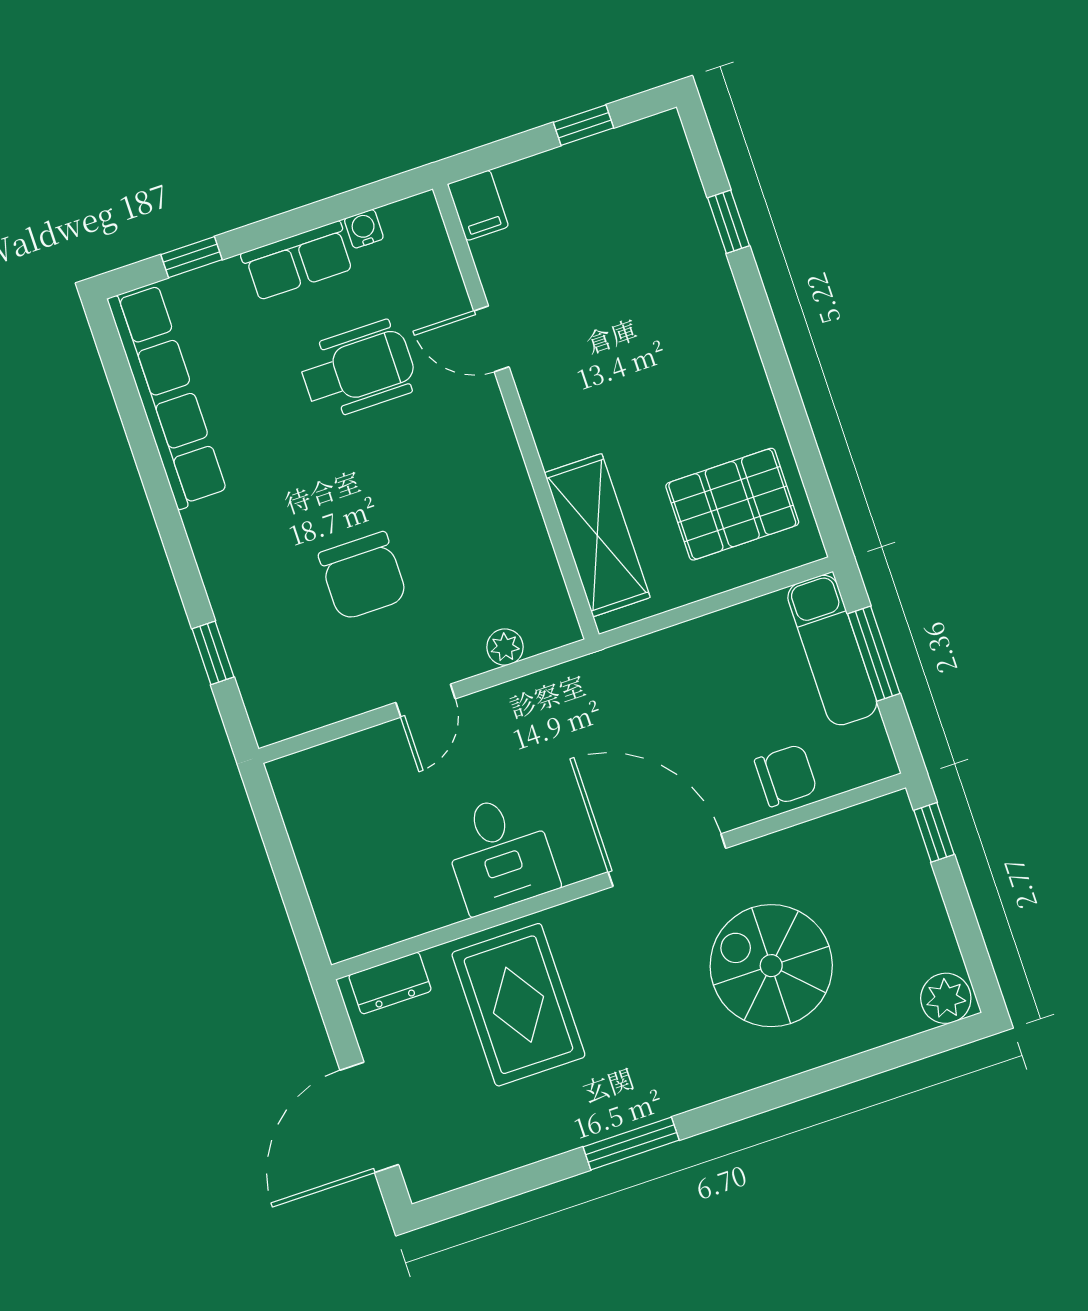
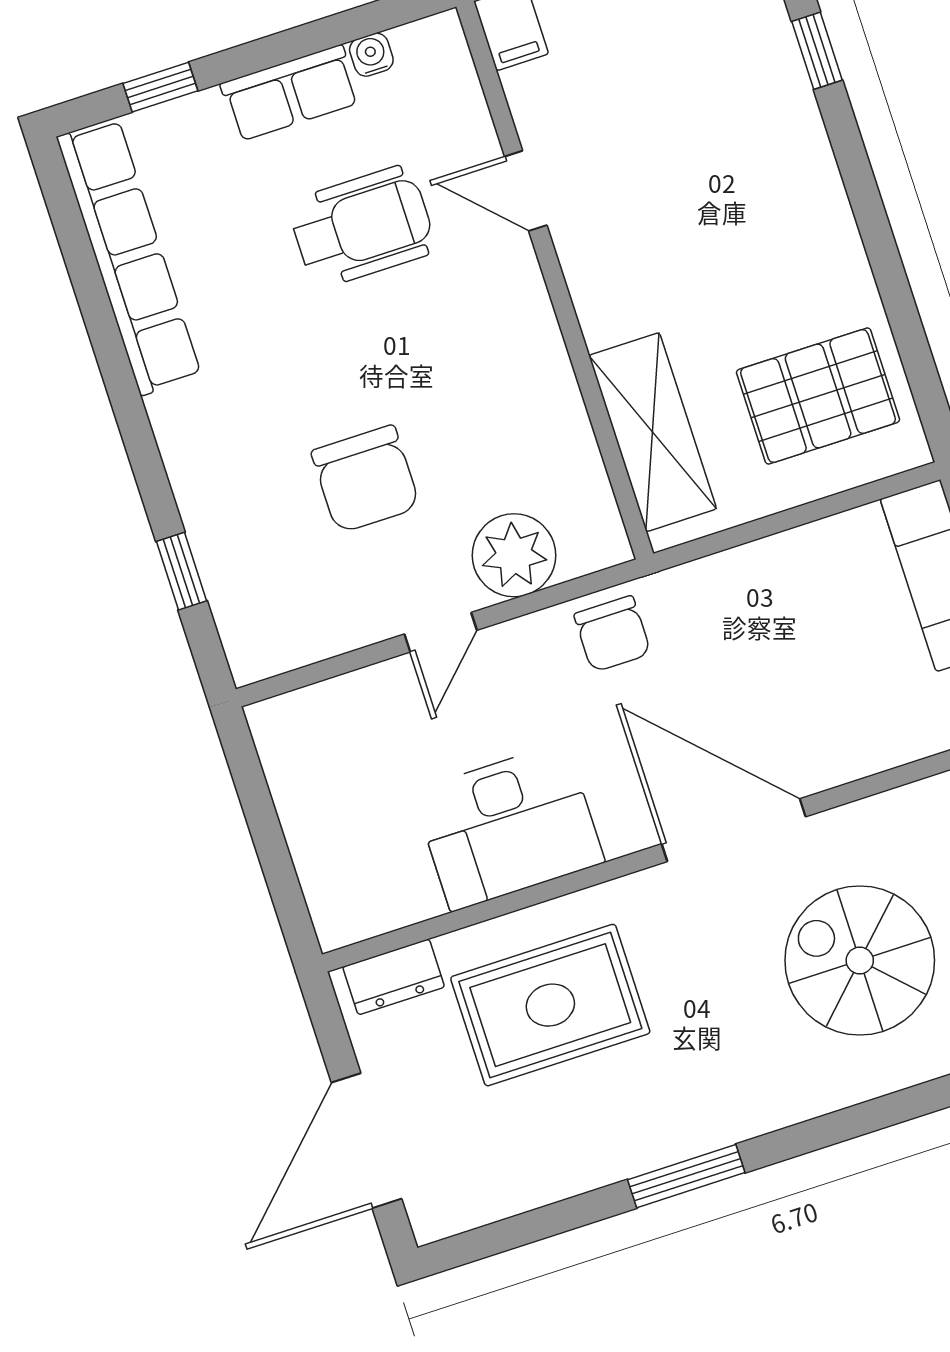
plant: (505, 647) -> (514, 555), width x1.88, depth x1.88
chair: (786, 775) -> (612, 634), moved, turned 90
desk: (500, 853) -> (508, 827), width x1.37
rug: (518, 1005) -> (550, 1005), turned 90

